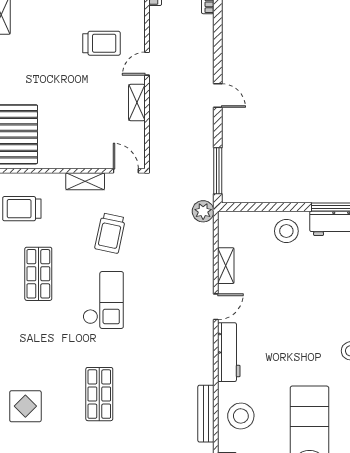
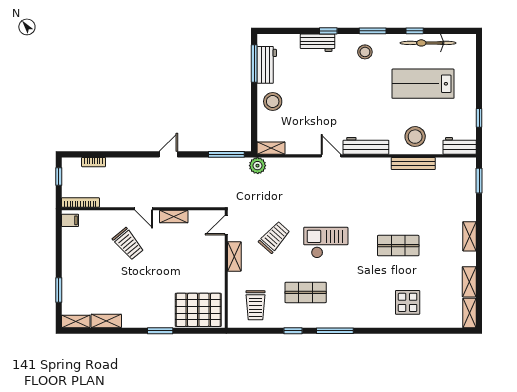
trolley: (102, 43) -> (128, 244), turned 140
trolley: (110, 233) -> (274, 237), turned -60
shelving: (226, 266) -> (271, 148), moved

